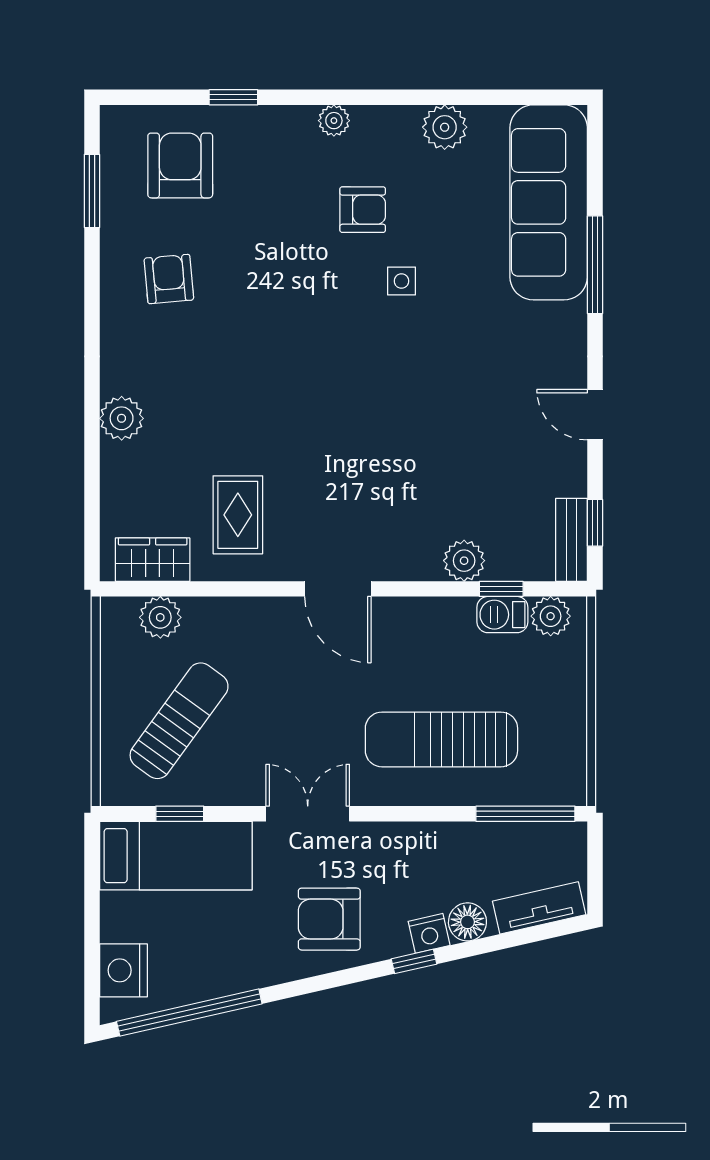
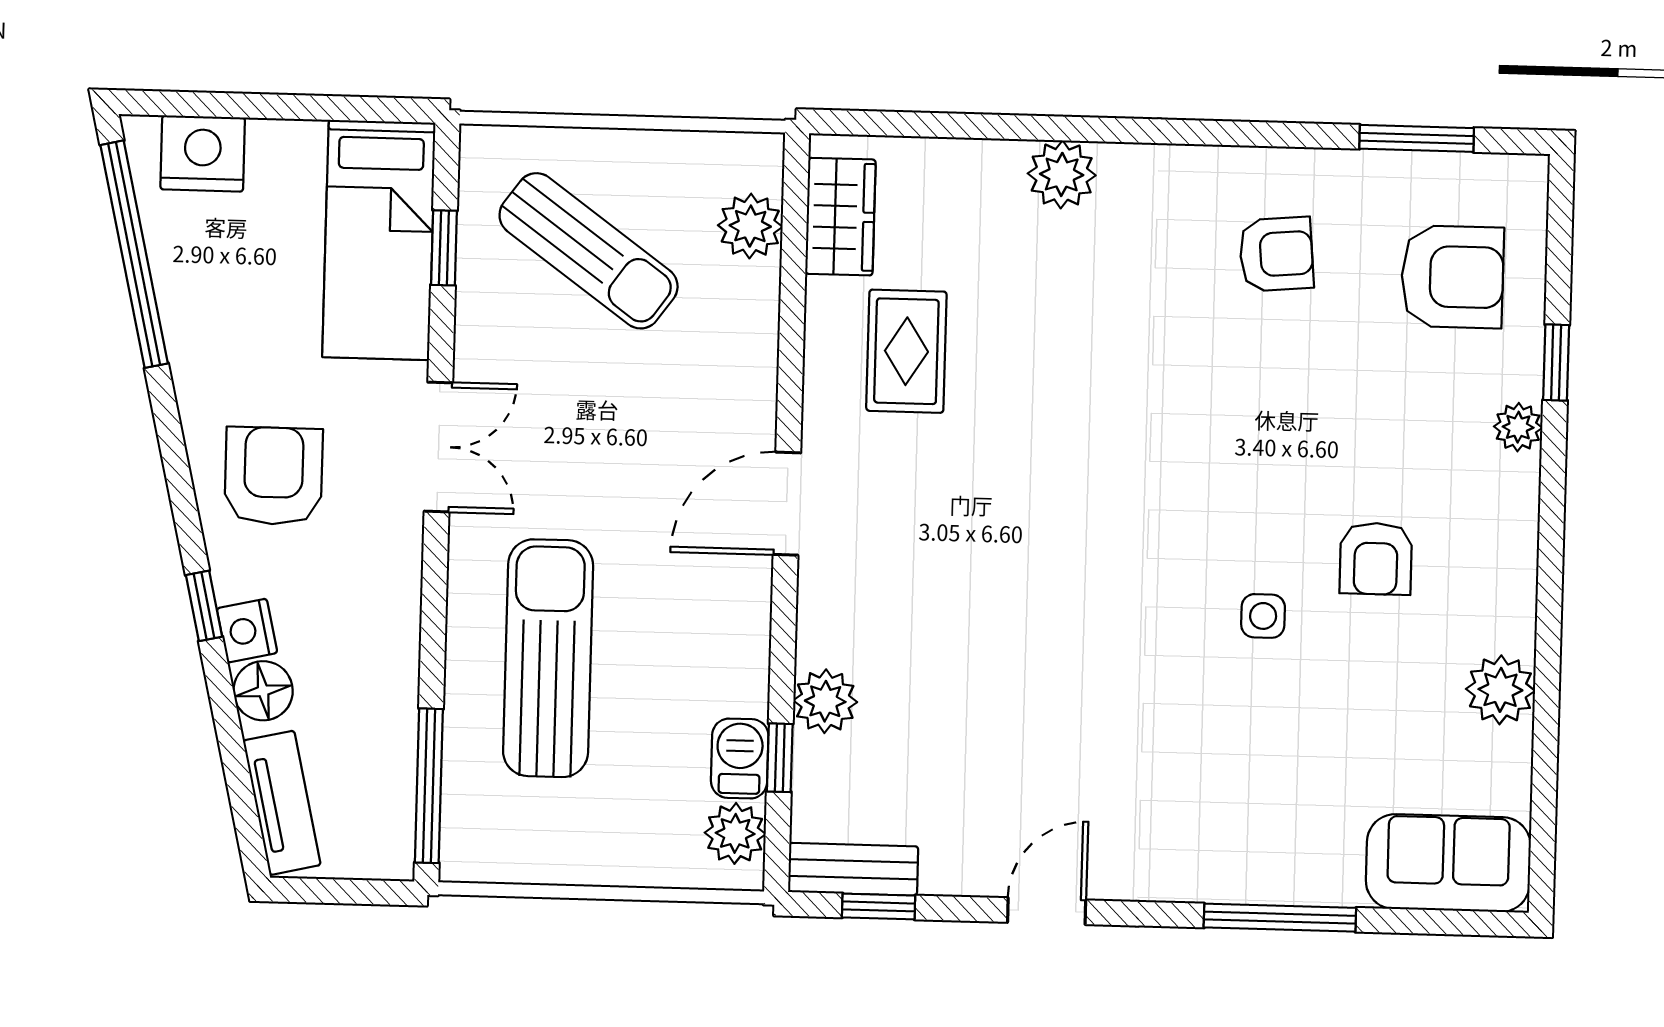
plant: (334, 121) -> (1518, 427), moved
sofa: (549, 202) -> (1448, 863), width x0.54, depth x0.79
rug: (238, 515) -> (906, 351), turned 90

